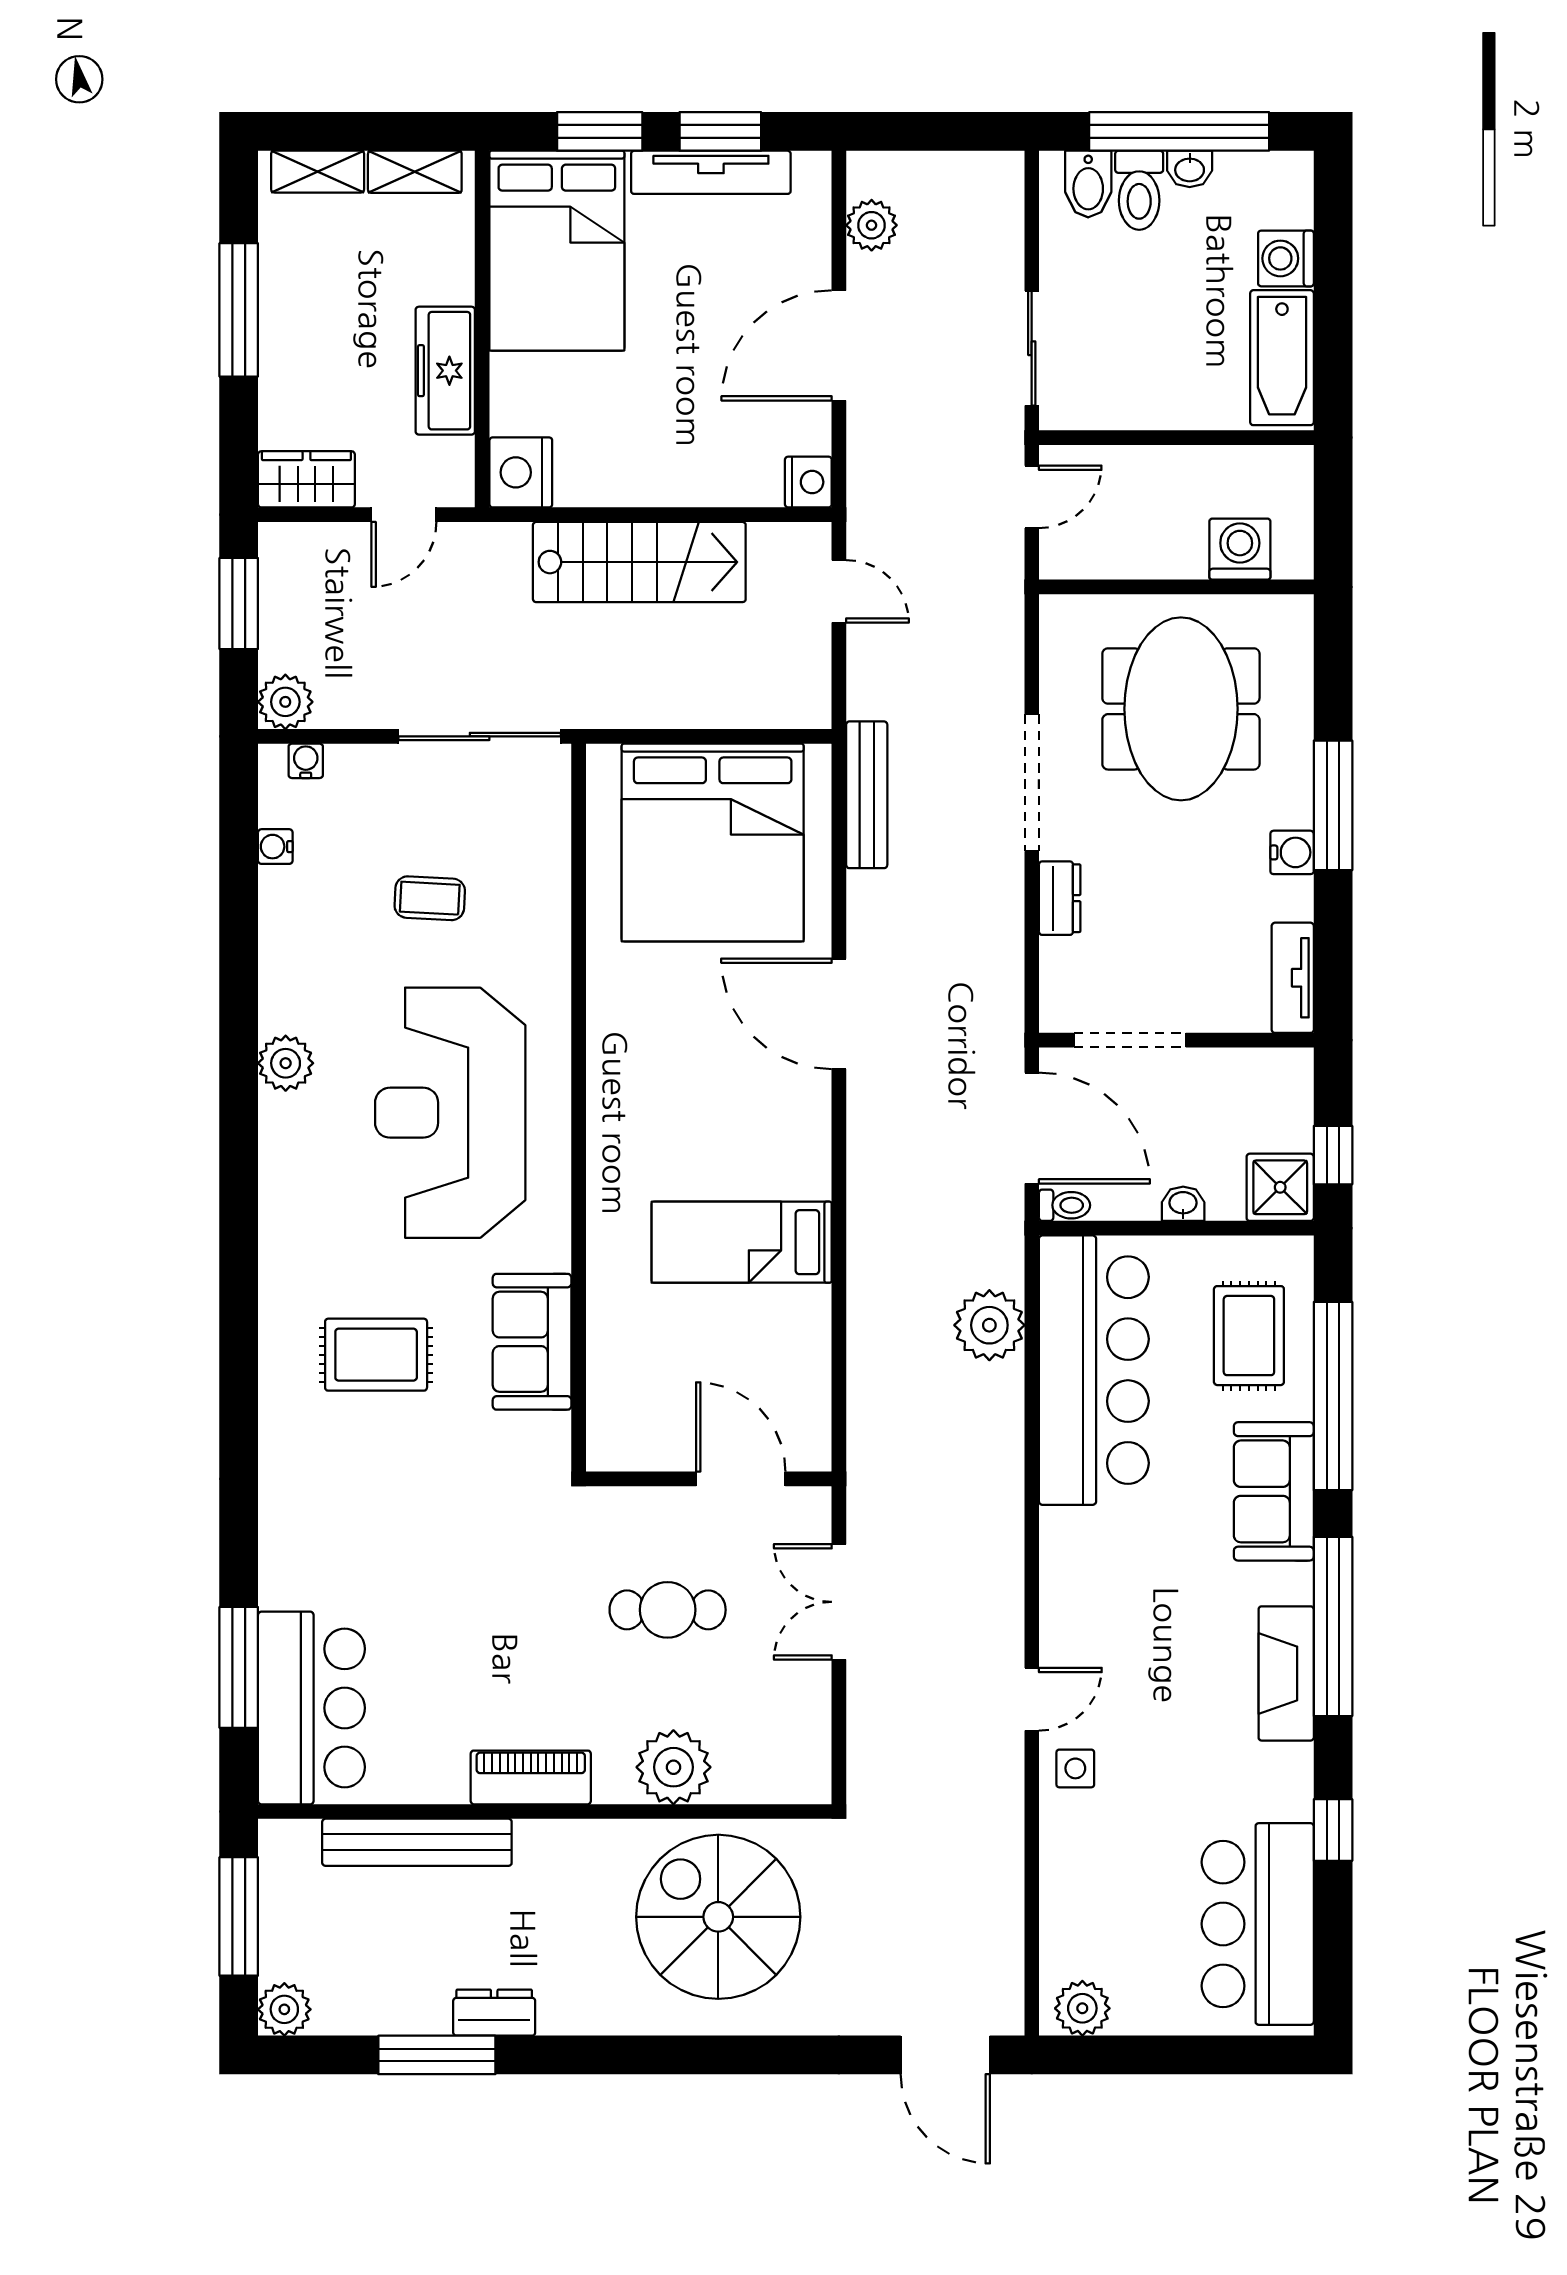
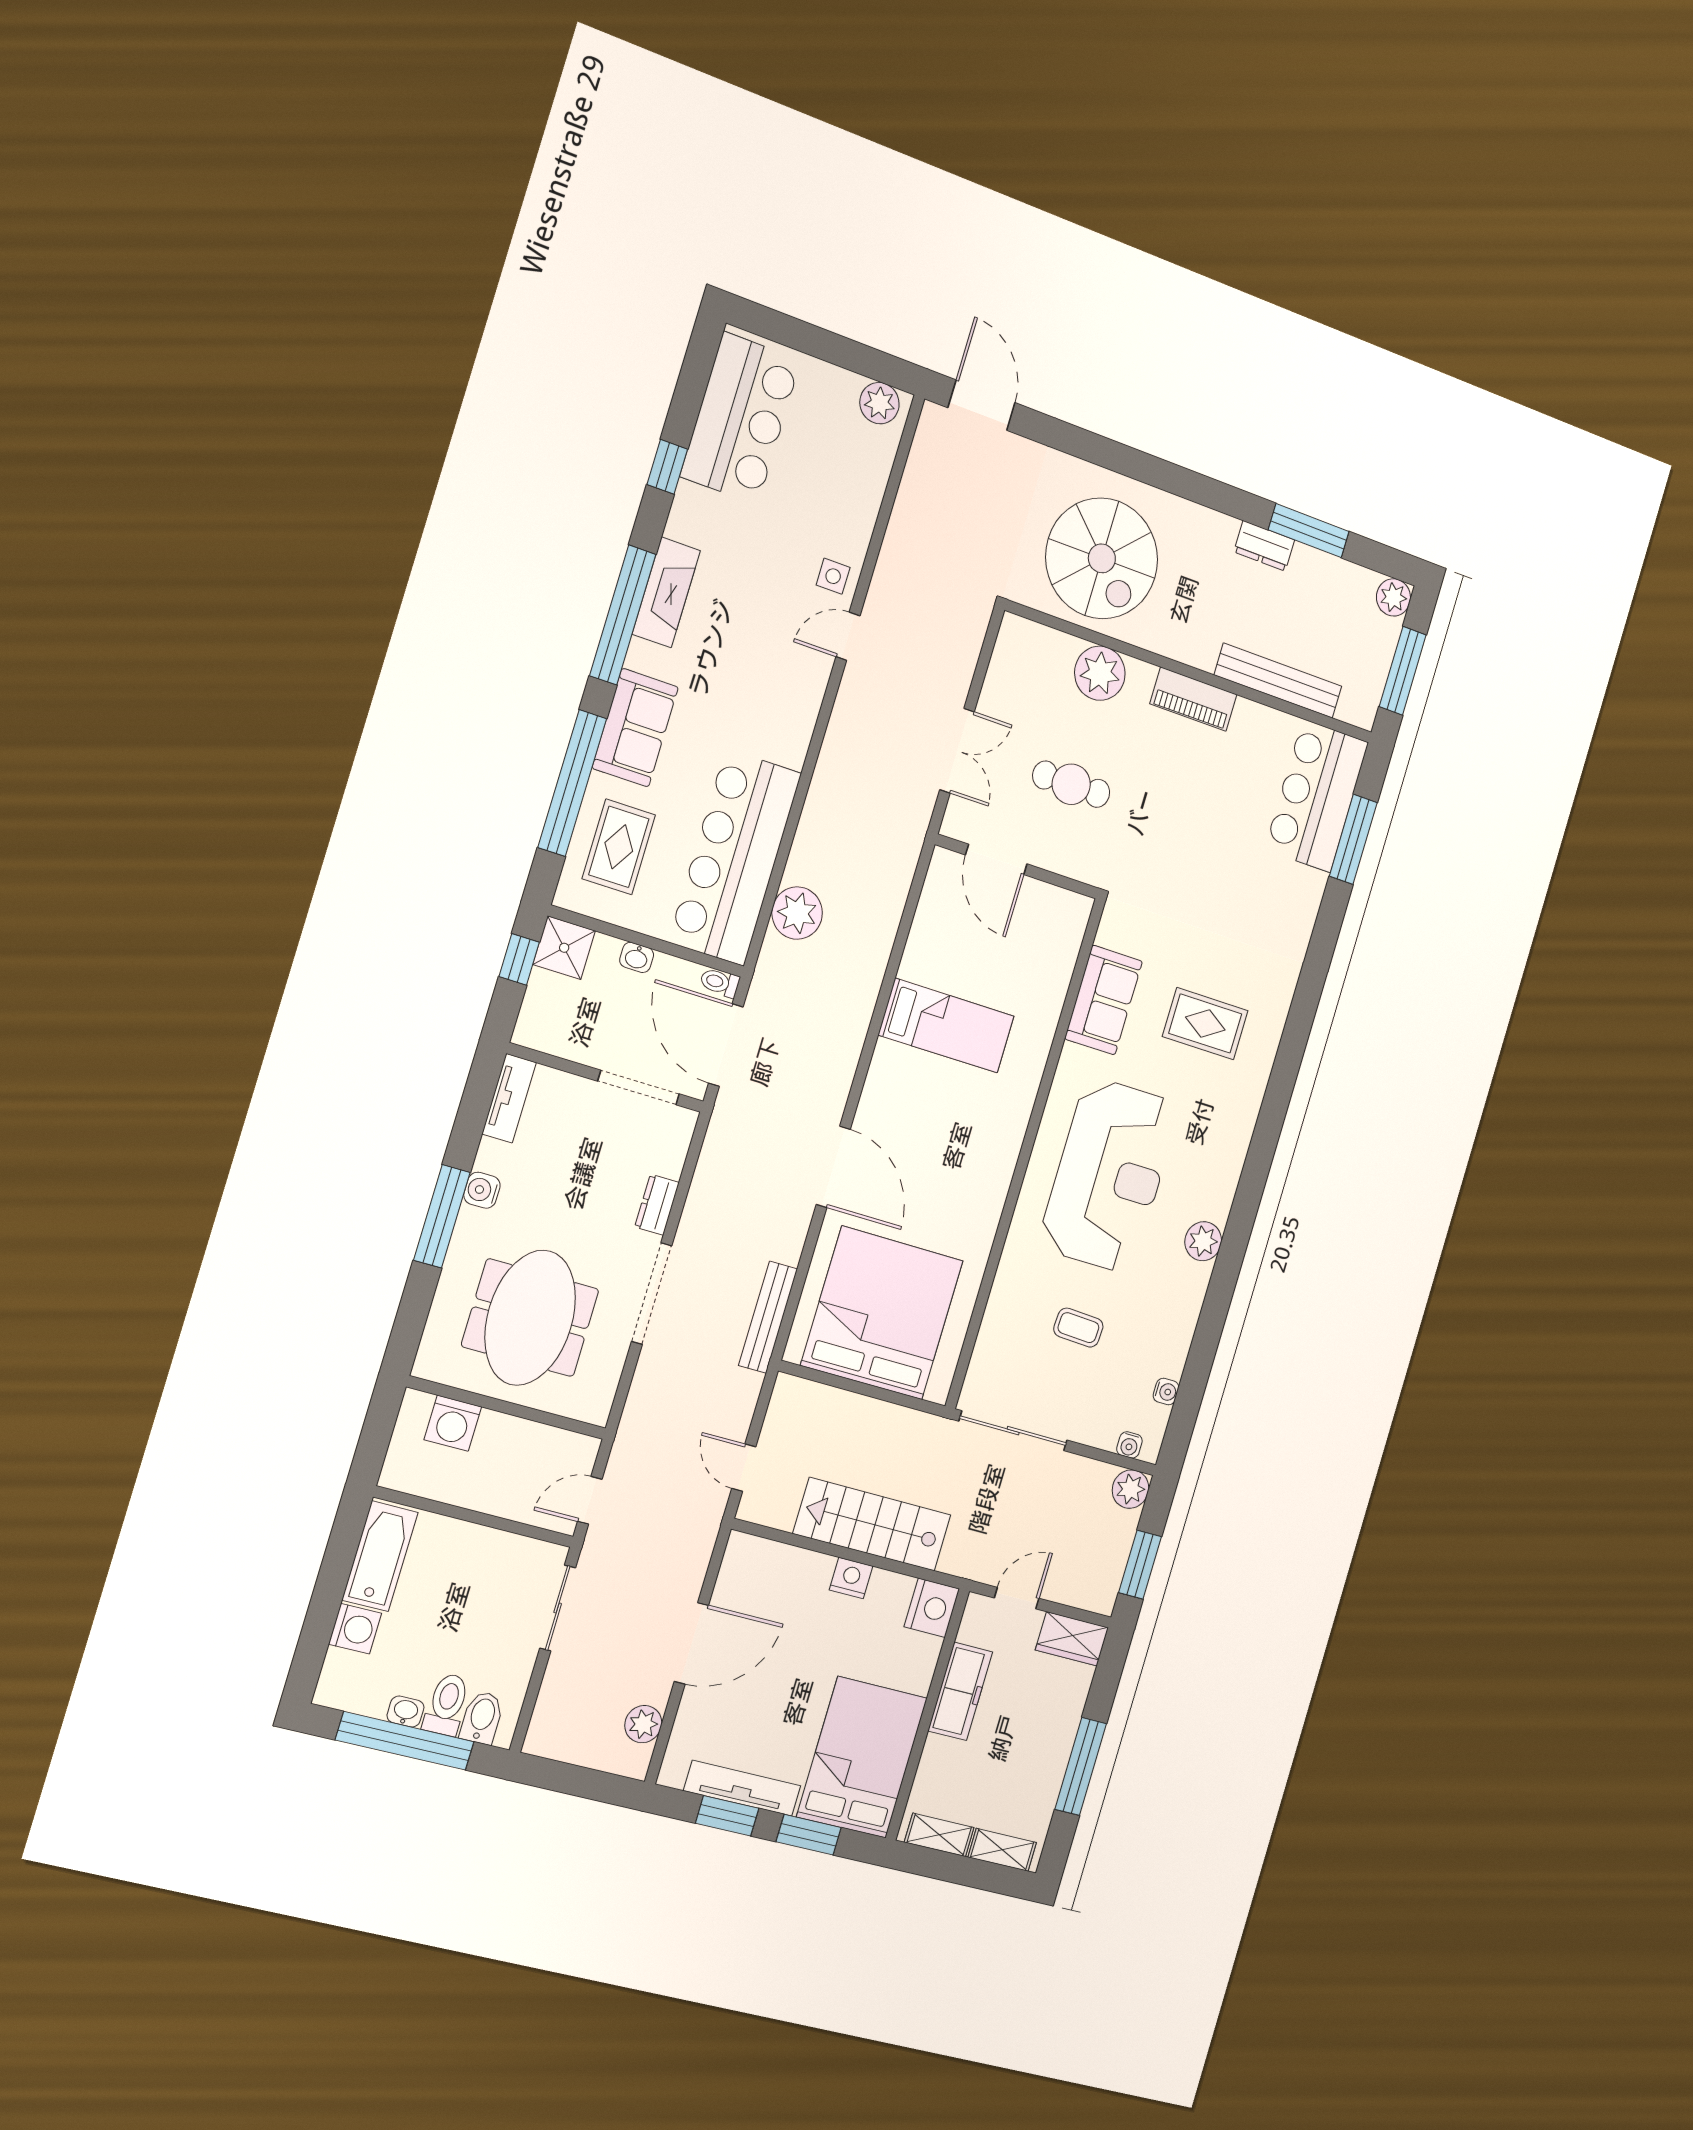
nightstand: (808, 482) -> (851, 1578), moved, turned 90

